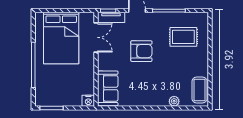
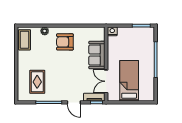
rug: (183, 37) -> (37, 82), turned 90
bed: (61, 38) -> (129, 81), width x0.67
armchair: (141, 51) -> (65, 42), moved
sofa: (108, 88) -> (97, 55), moved

